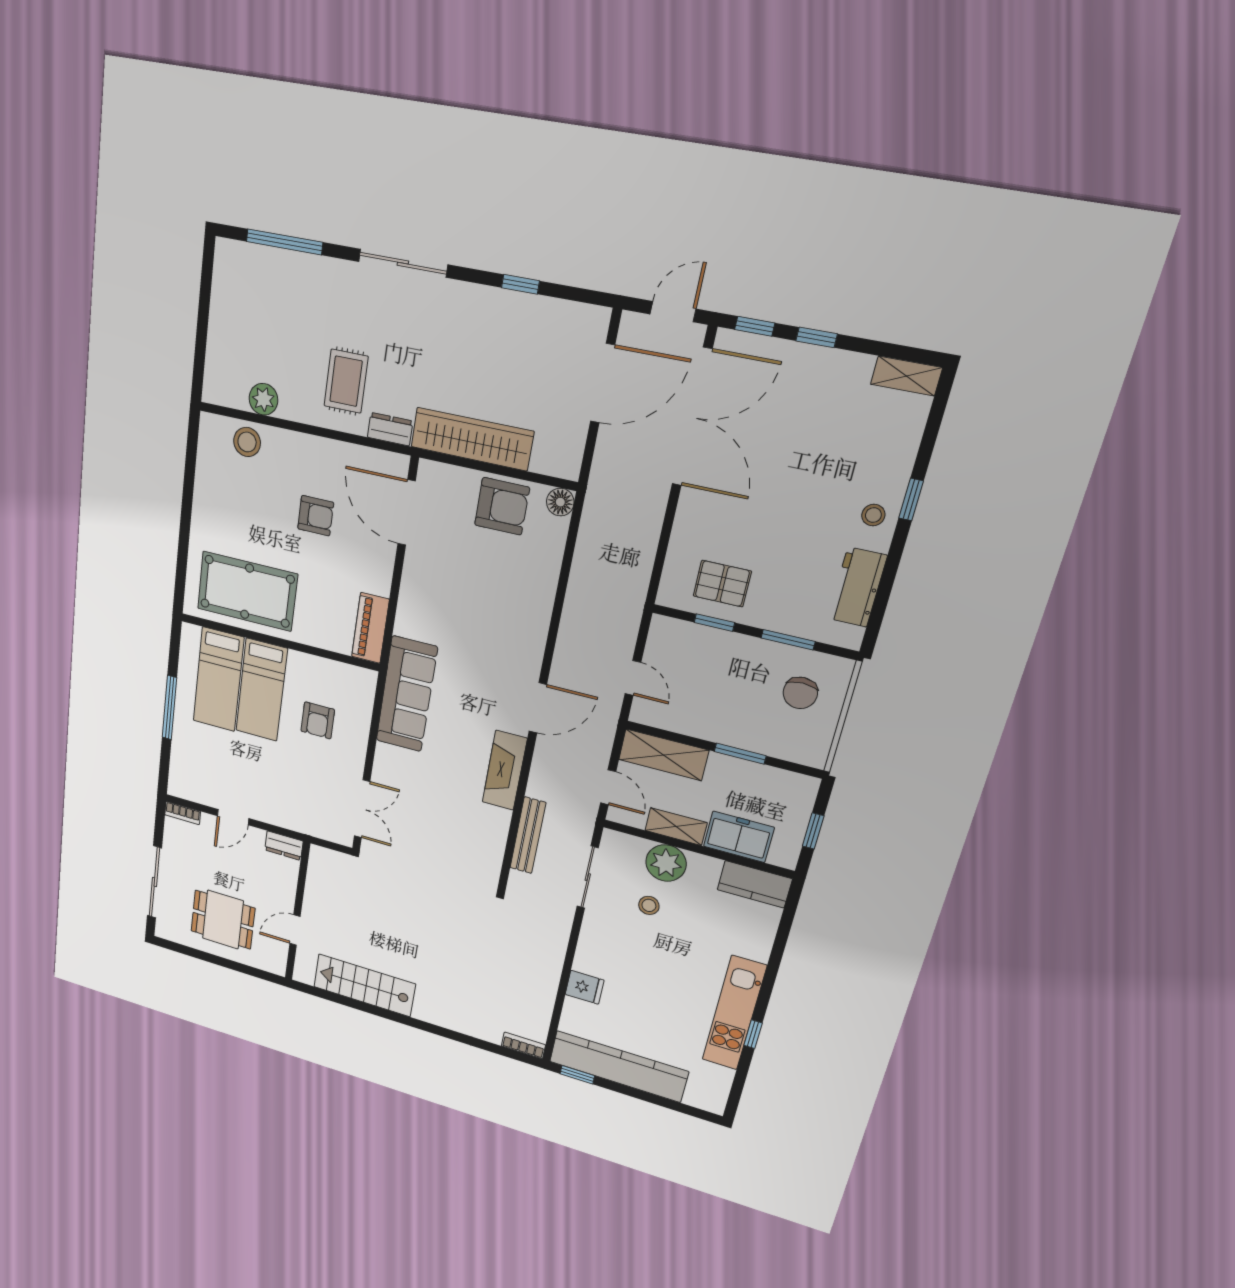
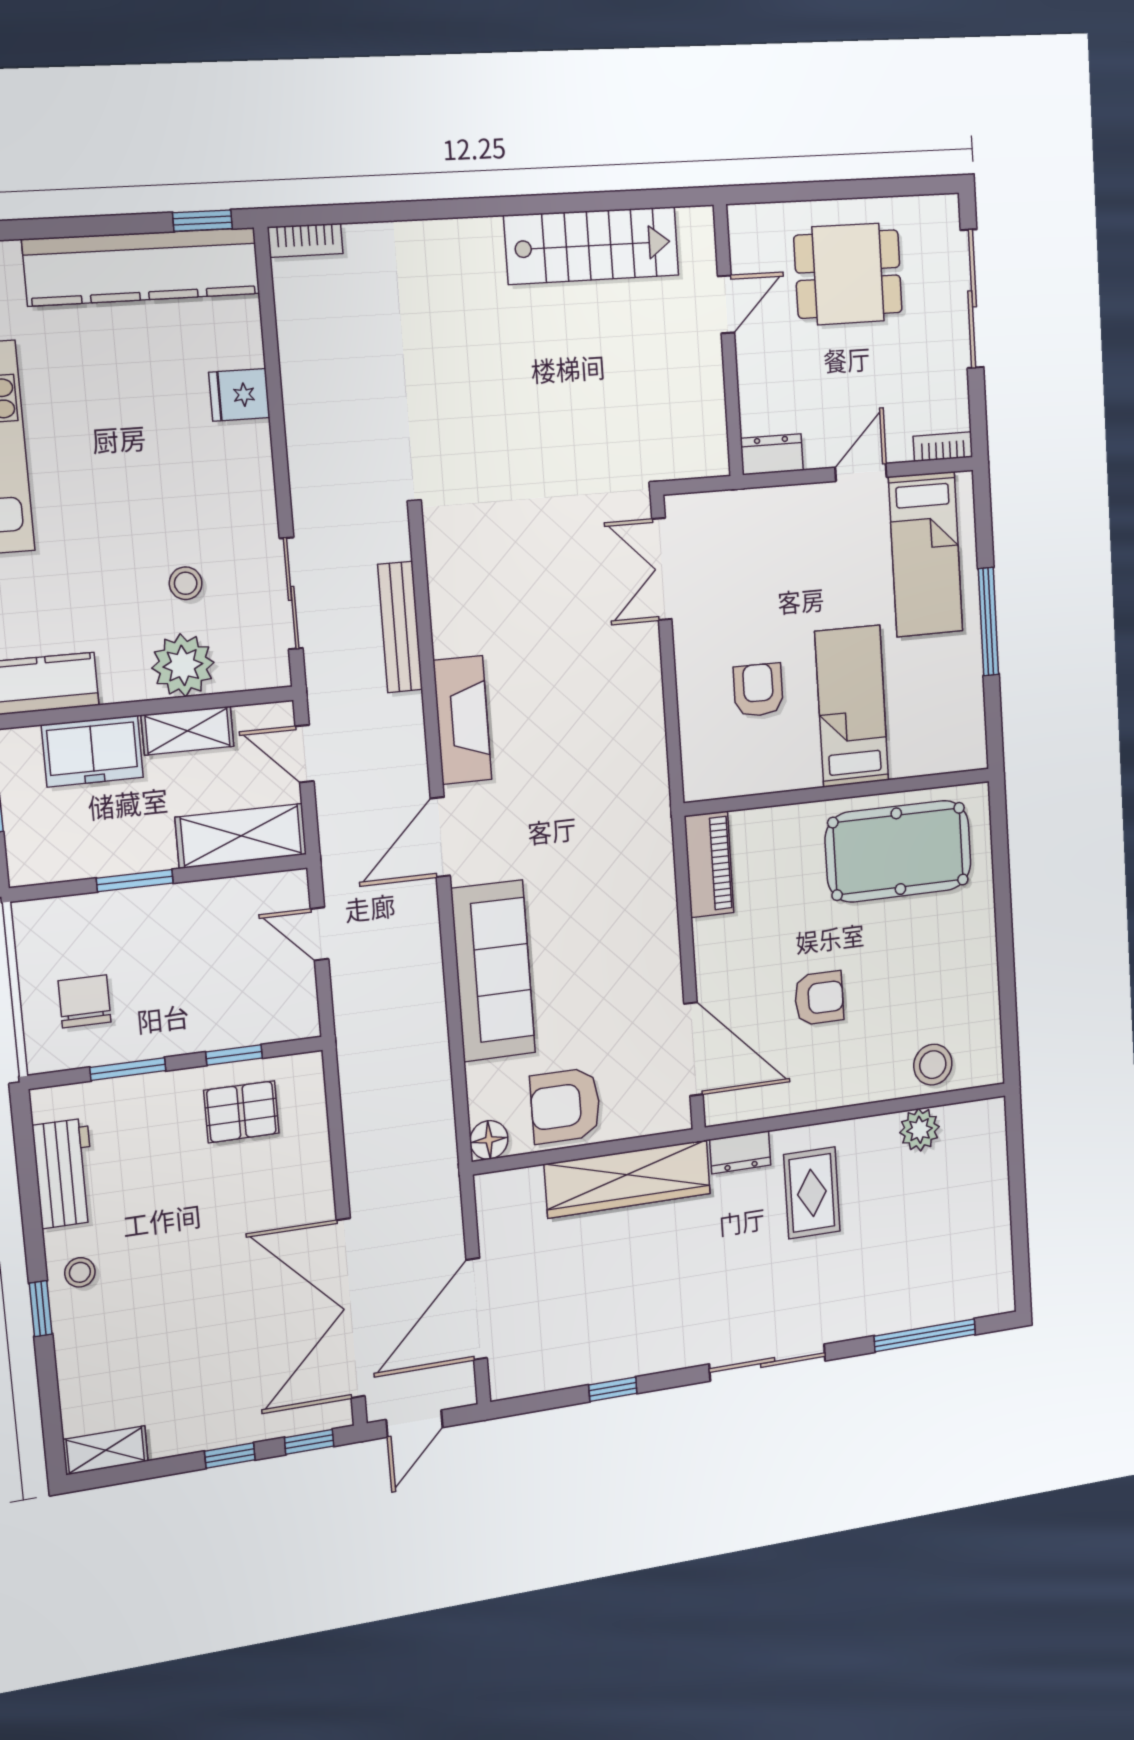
armchair: (316, 516) -> (819, 998), turned 180
bed: (218, 679) -> (926, 554), moved, turned 180
sofa: (407, 694) -> (493, 971), moved, turned 180

